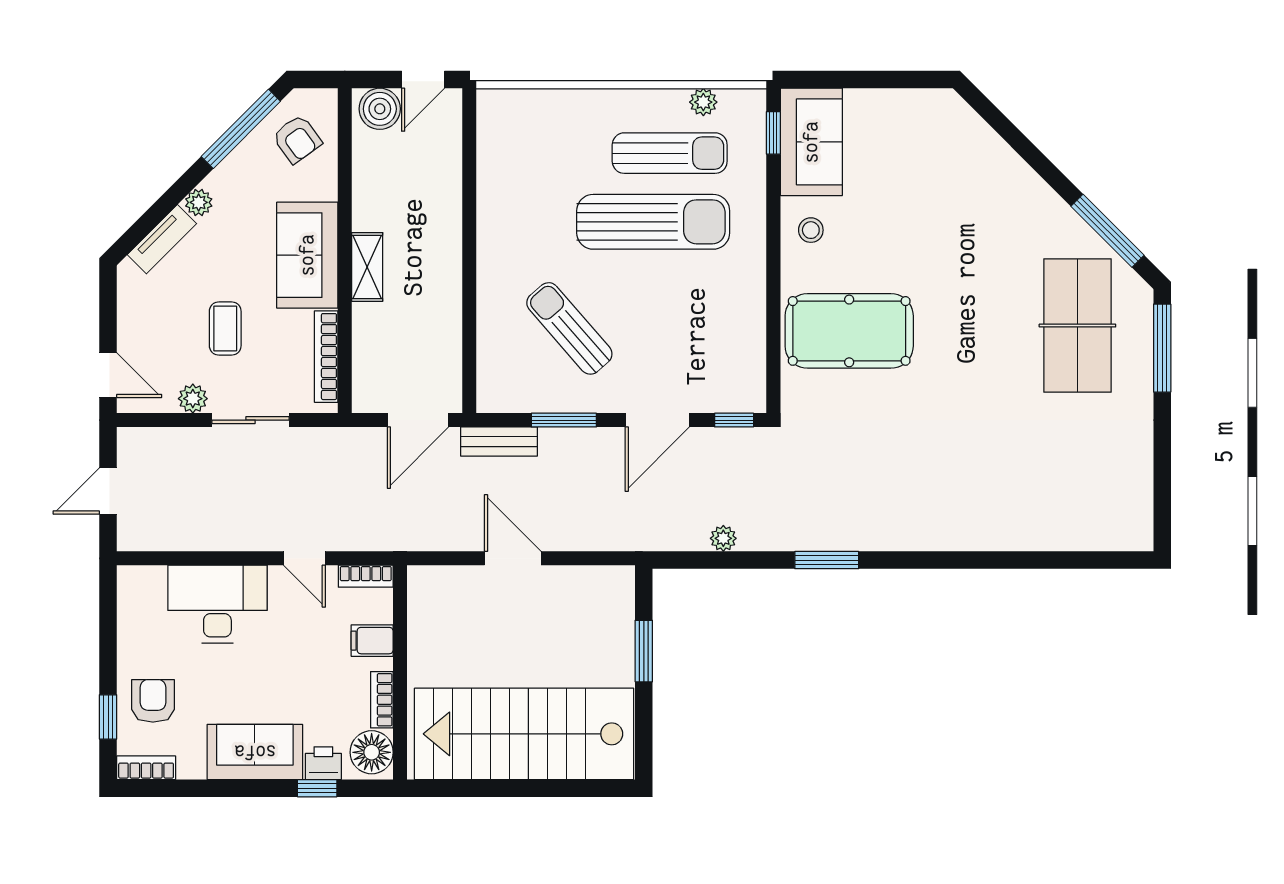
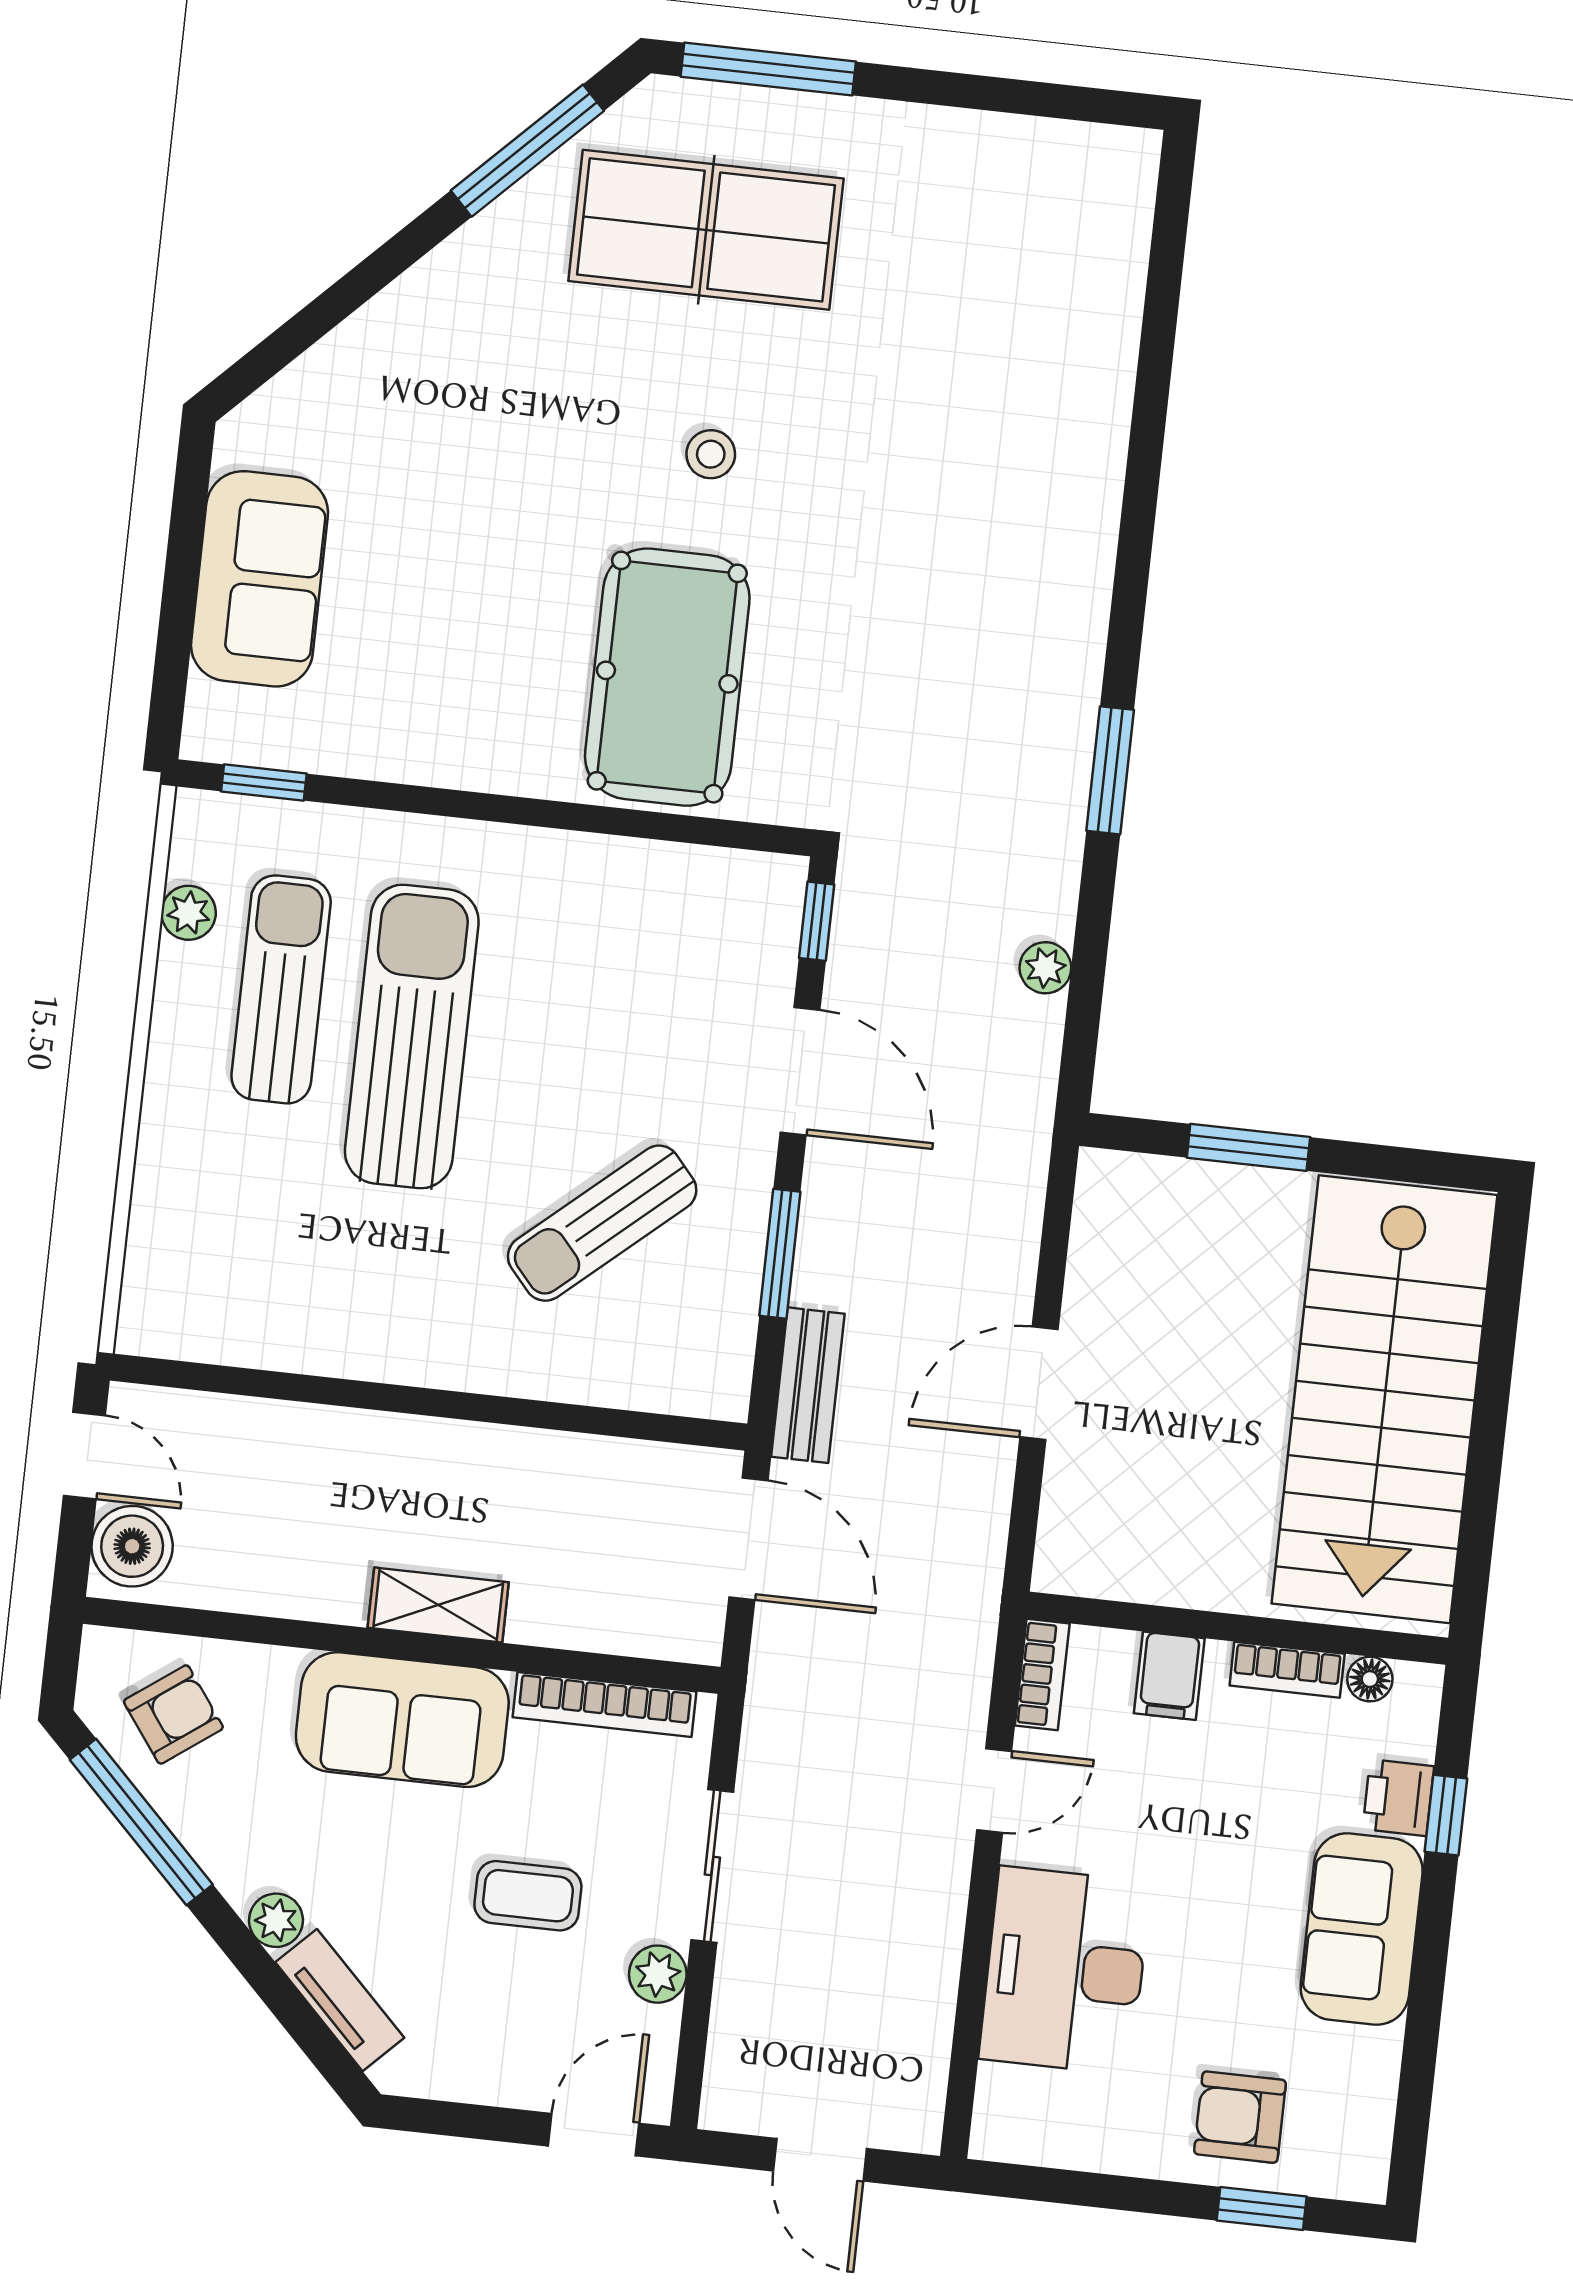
sofa: (811, 142) -> (260, 579), moved, turned 90
stool: (811, 230) -> (711, 454), moved
floor lamp: (372, 752) -> (1370, 1679), width x0.53, depth x0.53
bookcase: (146, 768) -> (1369, 2145), removed

